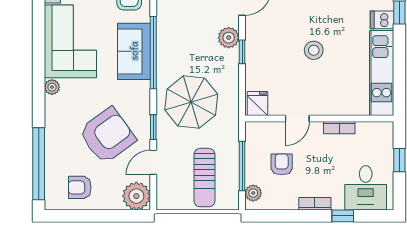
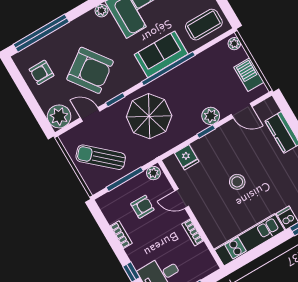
fridge: (258, 103) -> (187, 157), moved, turned 90
sun lounger: (204, 178) -> (101, 157), turned 42
armchair: (80, 187) -> (41, 72), turned -90
plant: (253, 193) -> (153, 173), moved
bookcase: (315, 204) -> (121, 235), moved

